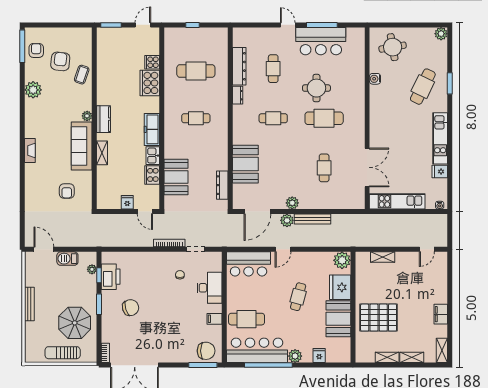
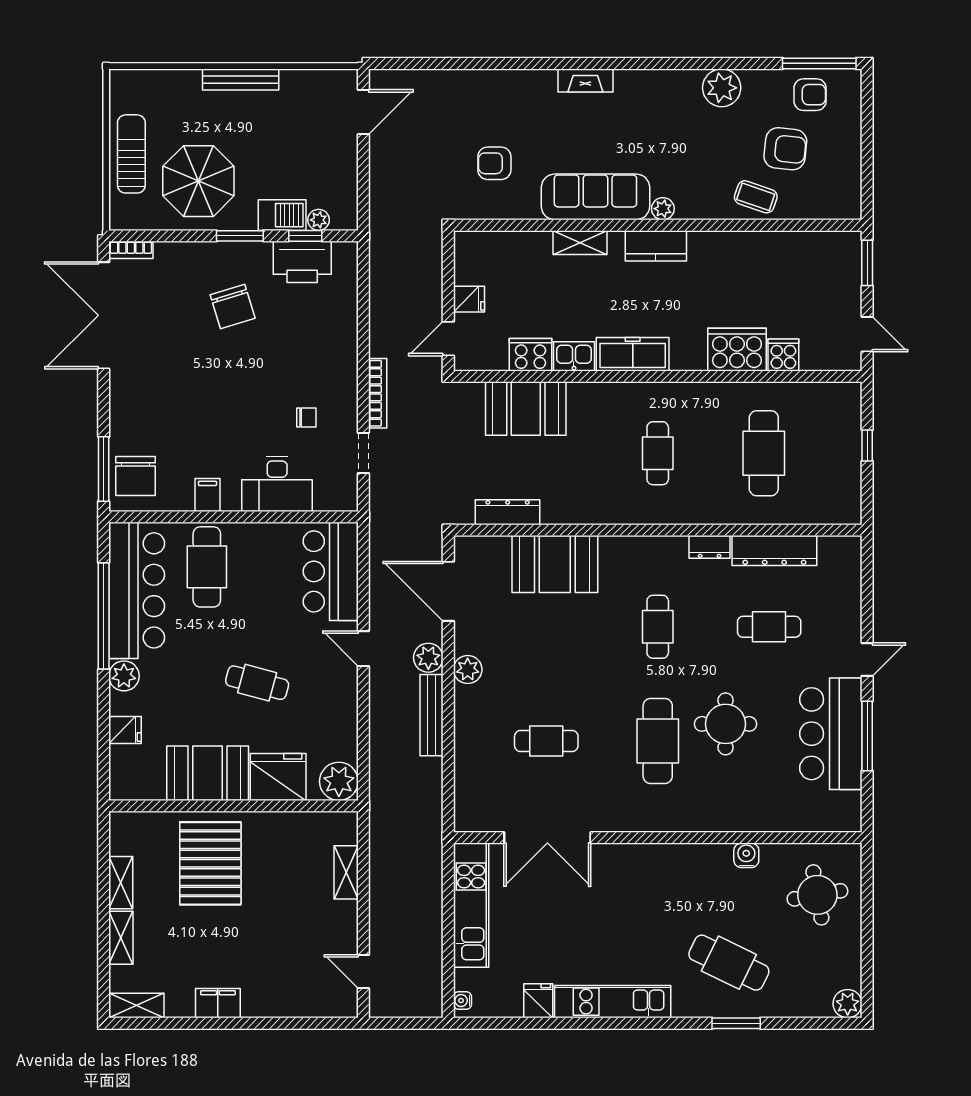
barbecue: (67, 259) -> (282, 215), moved, turned 90

